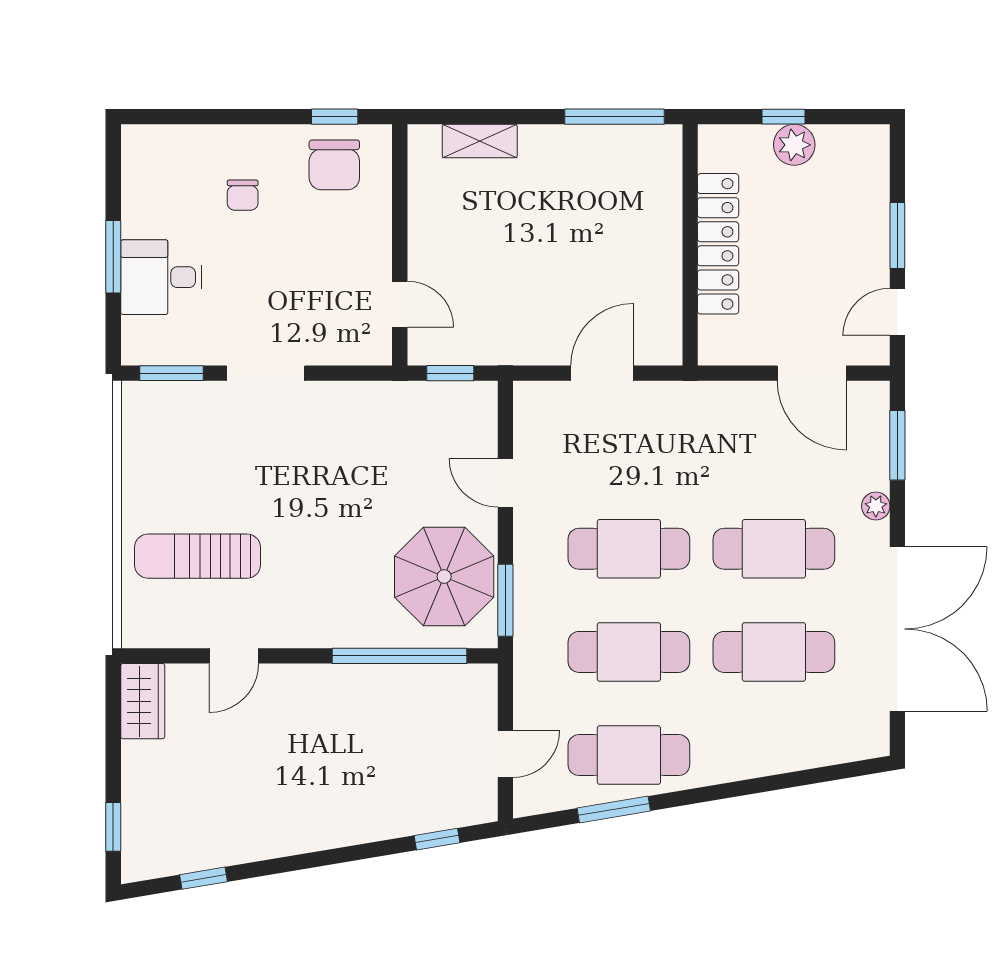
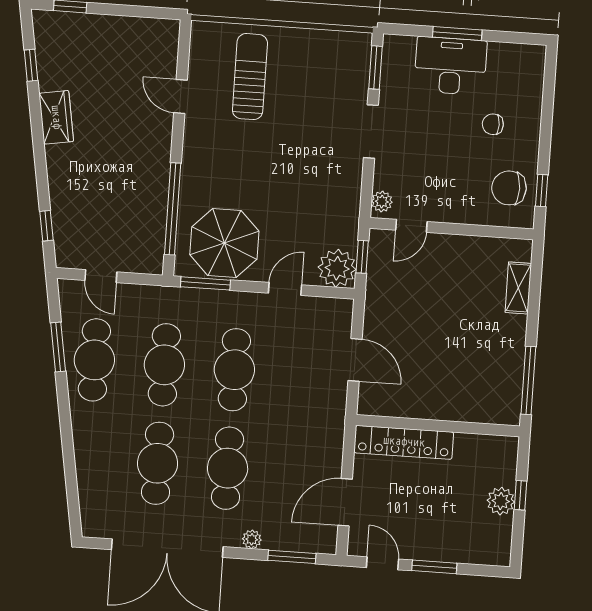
locker: (718, 244) -> (404, 442), moved
desk: (161, 277) -> (450, 66), width x1.37
plant: (367, 350) -> (382, 202), added
plant: (470, 409) -> (337, 268), added
wardrobe: (143, 701) -> (56, 117), moved, turned -100

